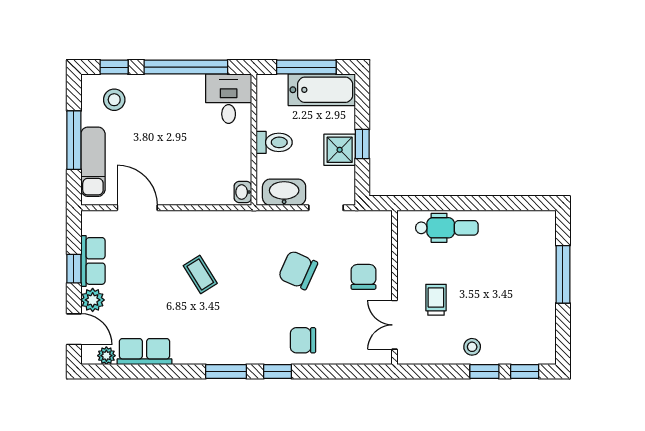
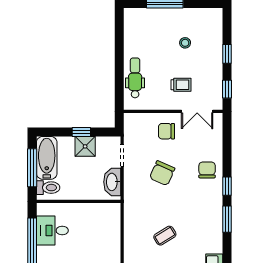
desk: (229, 99) -> (52, 231), moved
toilet: (274, 142) -> (48, 188), moved, turned 90
washbasin: (243, 192) -> (112, 208), removed
trolley: (436, 300) -> (181, 85), turned 180
chair: (303, 340) -> (207, 170), turned 180
stool: (472, 347) -> (185, 43), moved
window: (525, 372) -> (227, 89), moved

